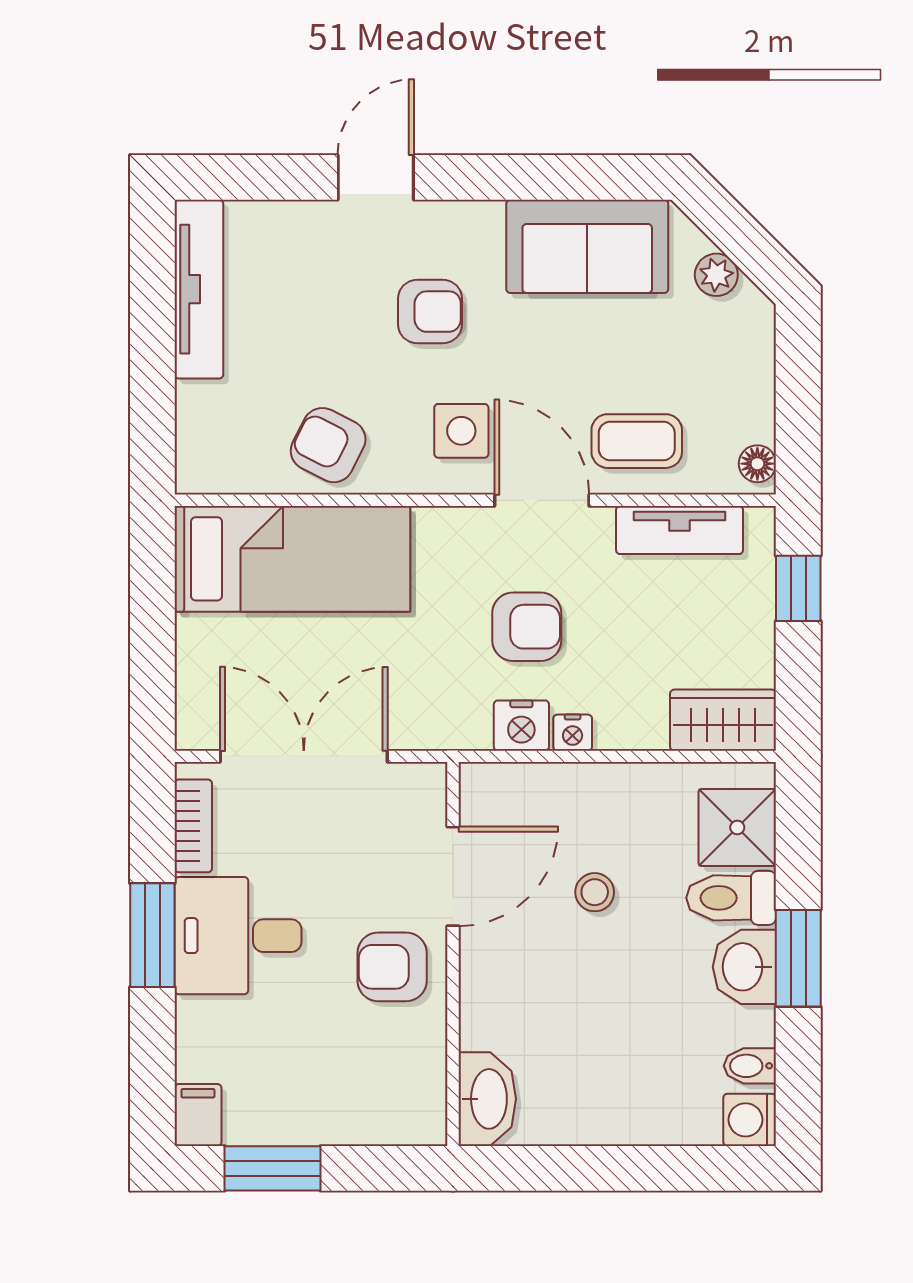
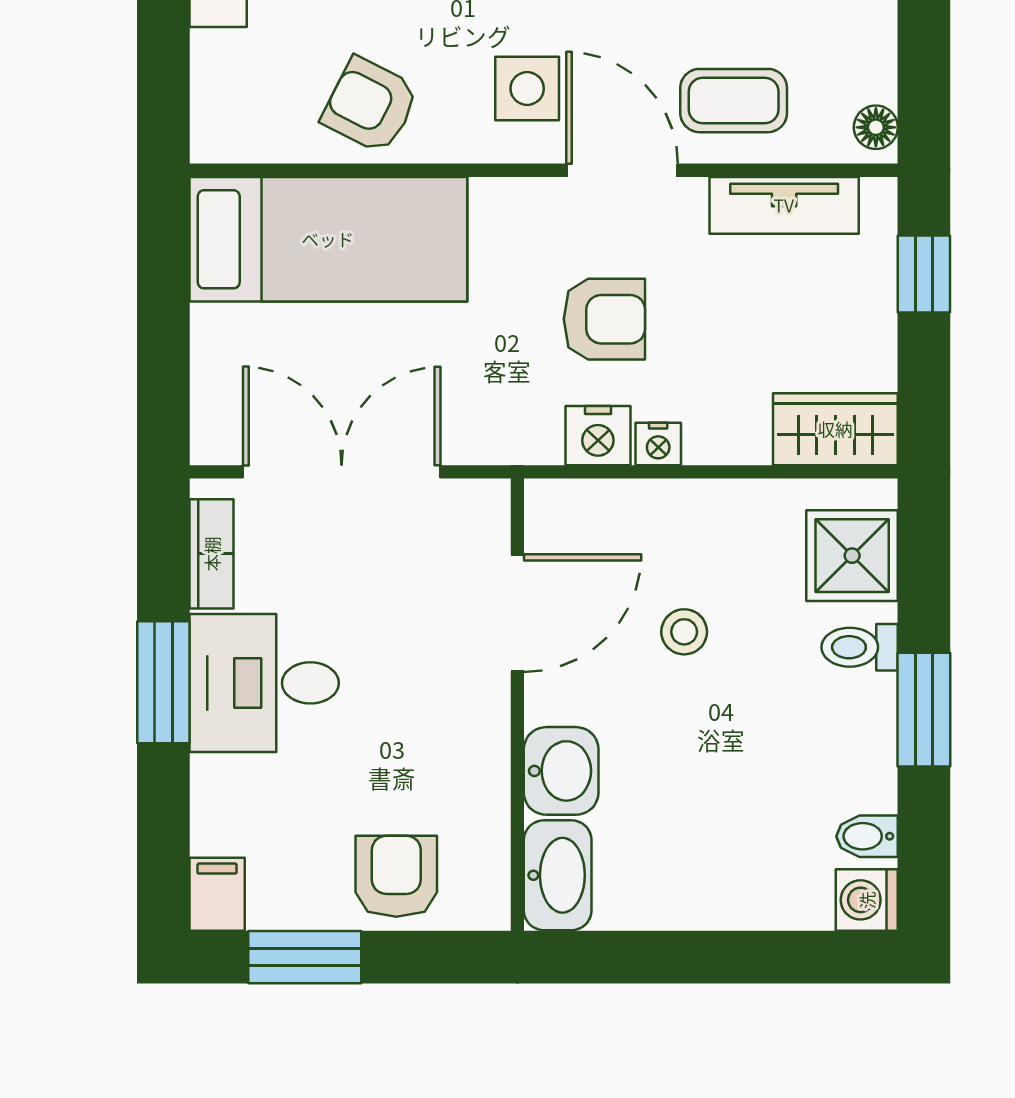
toilet: (731, 898) -> (860, 647), width x0.73, depth x0.72
armchair: (392, 967) -> (396, 876), moved, turned 90
washbasin: (744, 967) -> (561, 771), moved, turned 180

